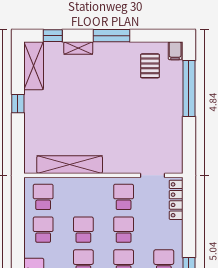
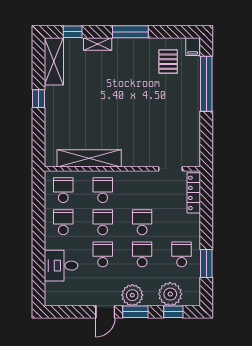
school desk: (124, 197) -> (103, 190), moved

